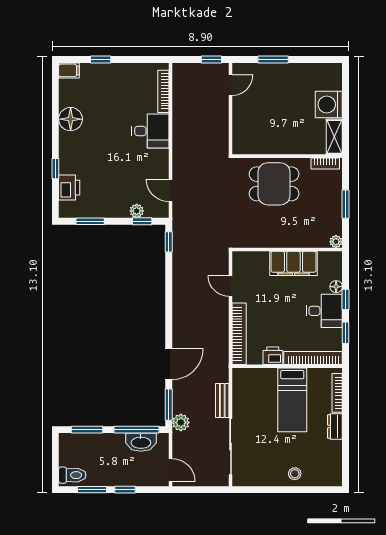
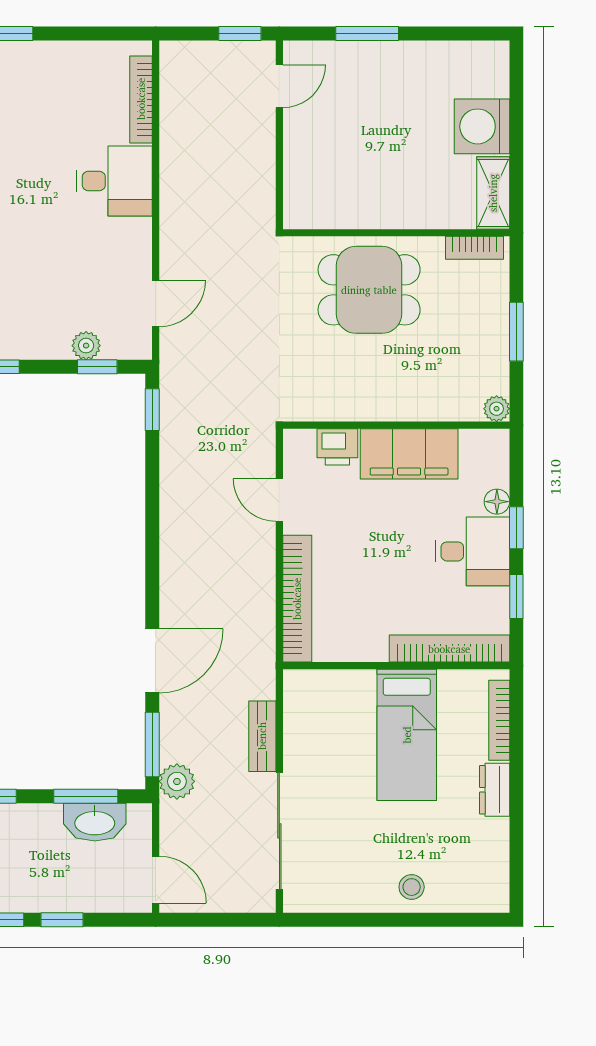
door: (170, 190) -> (156, 303), swing flipped
printer: (273, 356) -> (337, 447), moved, turned 180
window: (136, 430) -> (86, 796), width x0.69

